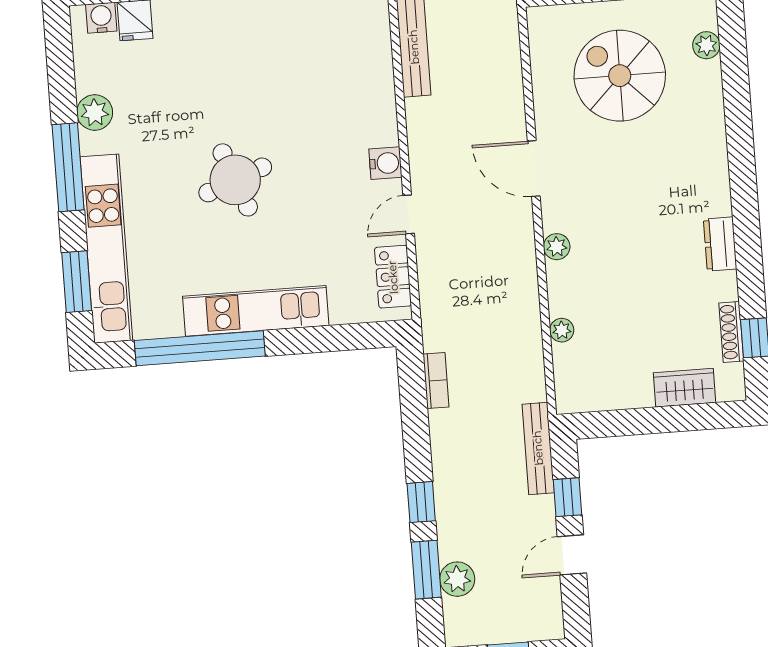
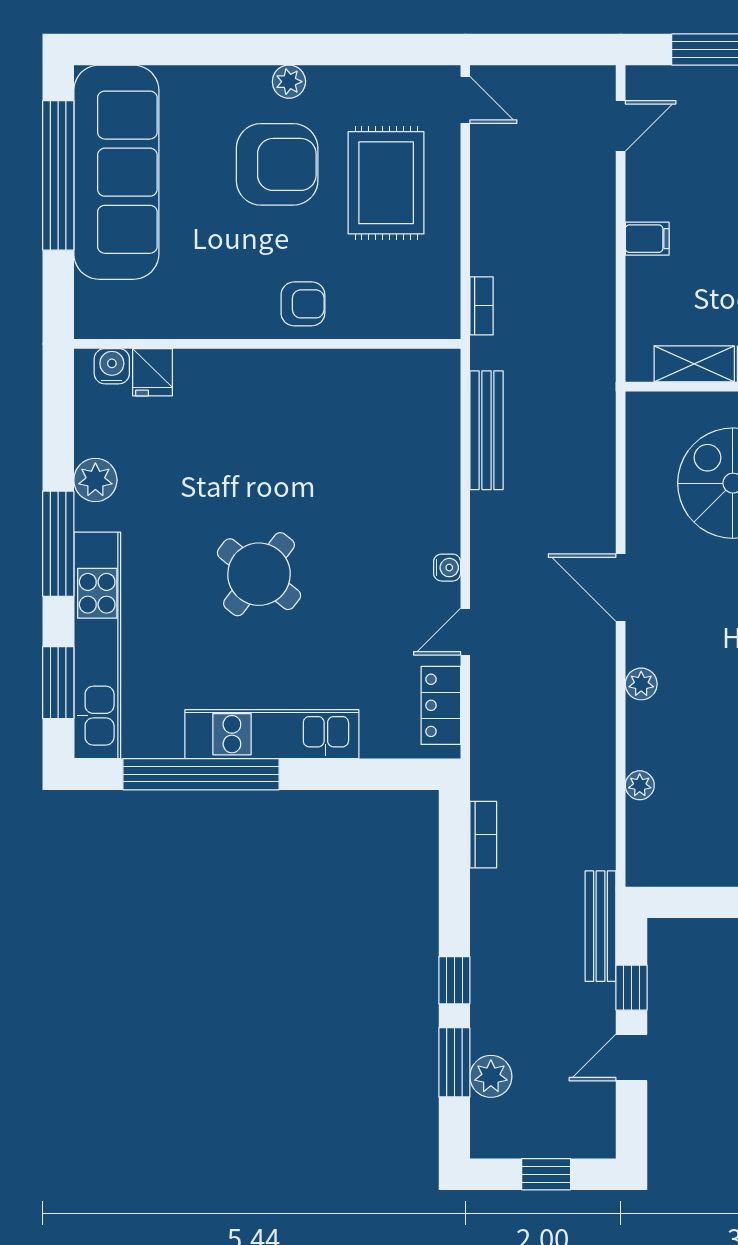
water cooler: (385, 163) -> (447, 568), width x0.72, depth x0.72
round table: (235, 180) -> (259, 574), turned -31

